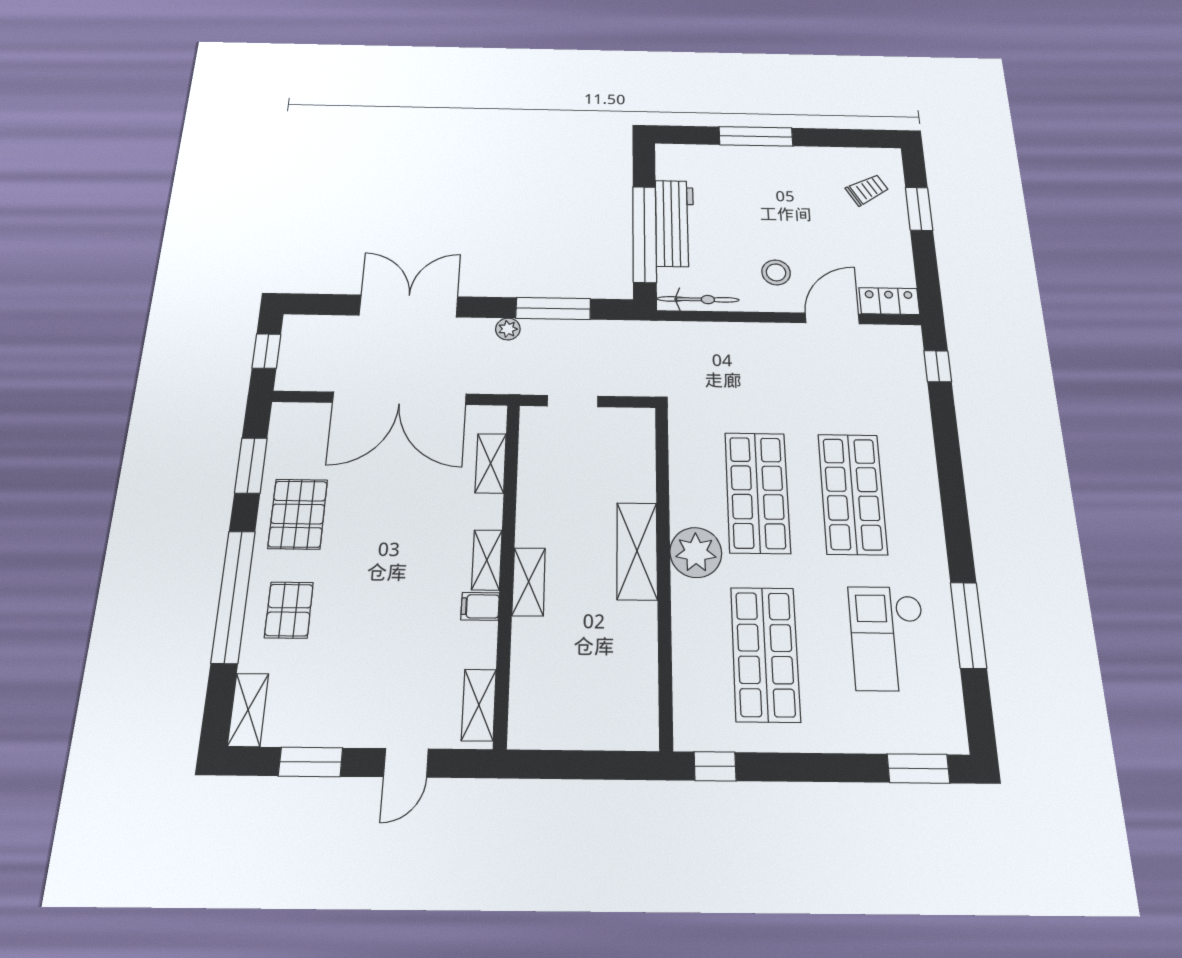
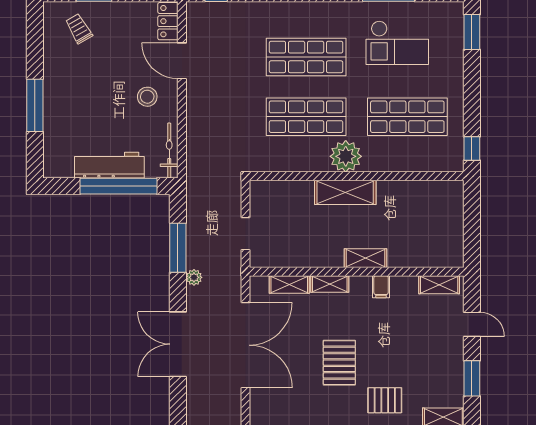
pallet: (298, 514) -> (339, 363), moved, turned 90
shelving: (487, 560) -> (330, 284), moved

